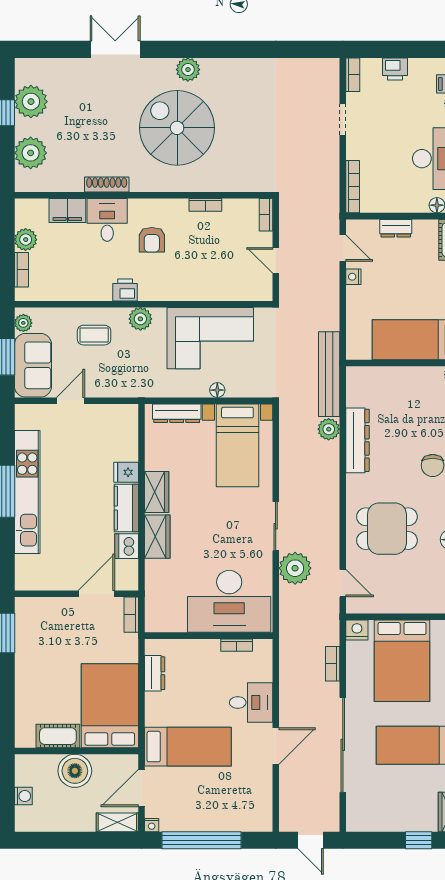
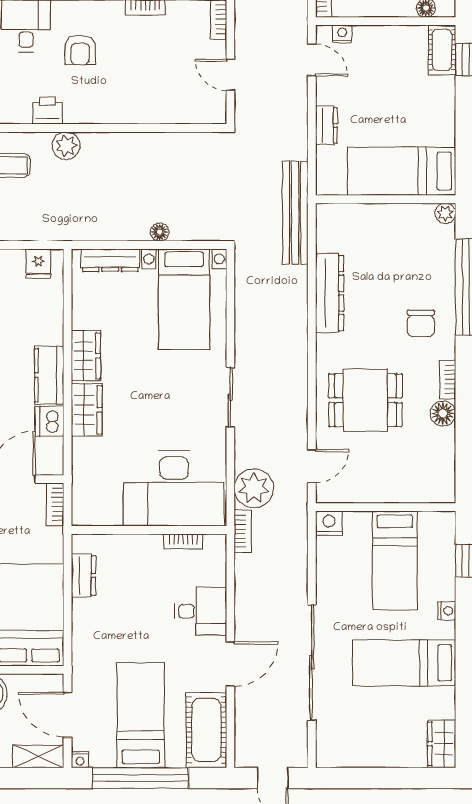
dresser: (396, 228) -> (326, 125), moved, turned -90
nightstand: (353, 277) -> (342, 34), moved, turned 90
corner sofa: (210, 338) -> (151, 169), removed
plant: (329, 429) -> (295, 280), removed
fridge: (126, 472) -> (38, 264), moved, turned -90
plant: (295, 568) -> (254, 488), moved
door: (343, 583) -> (312, 466), hinge flipped
bed: (402, 661) -> (395, 560), width x0.67
bookcase: (333, 664) -> (243, 531), moved, turned 180
bed: (188, 747) -> (141, 715), moved, turned -90
door: (141, 788) -> (68, 715), hinge flipped
cot: (256, 801) -> (206, 730), added
window: (419, 840) -> (404, 778), removed

